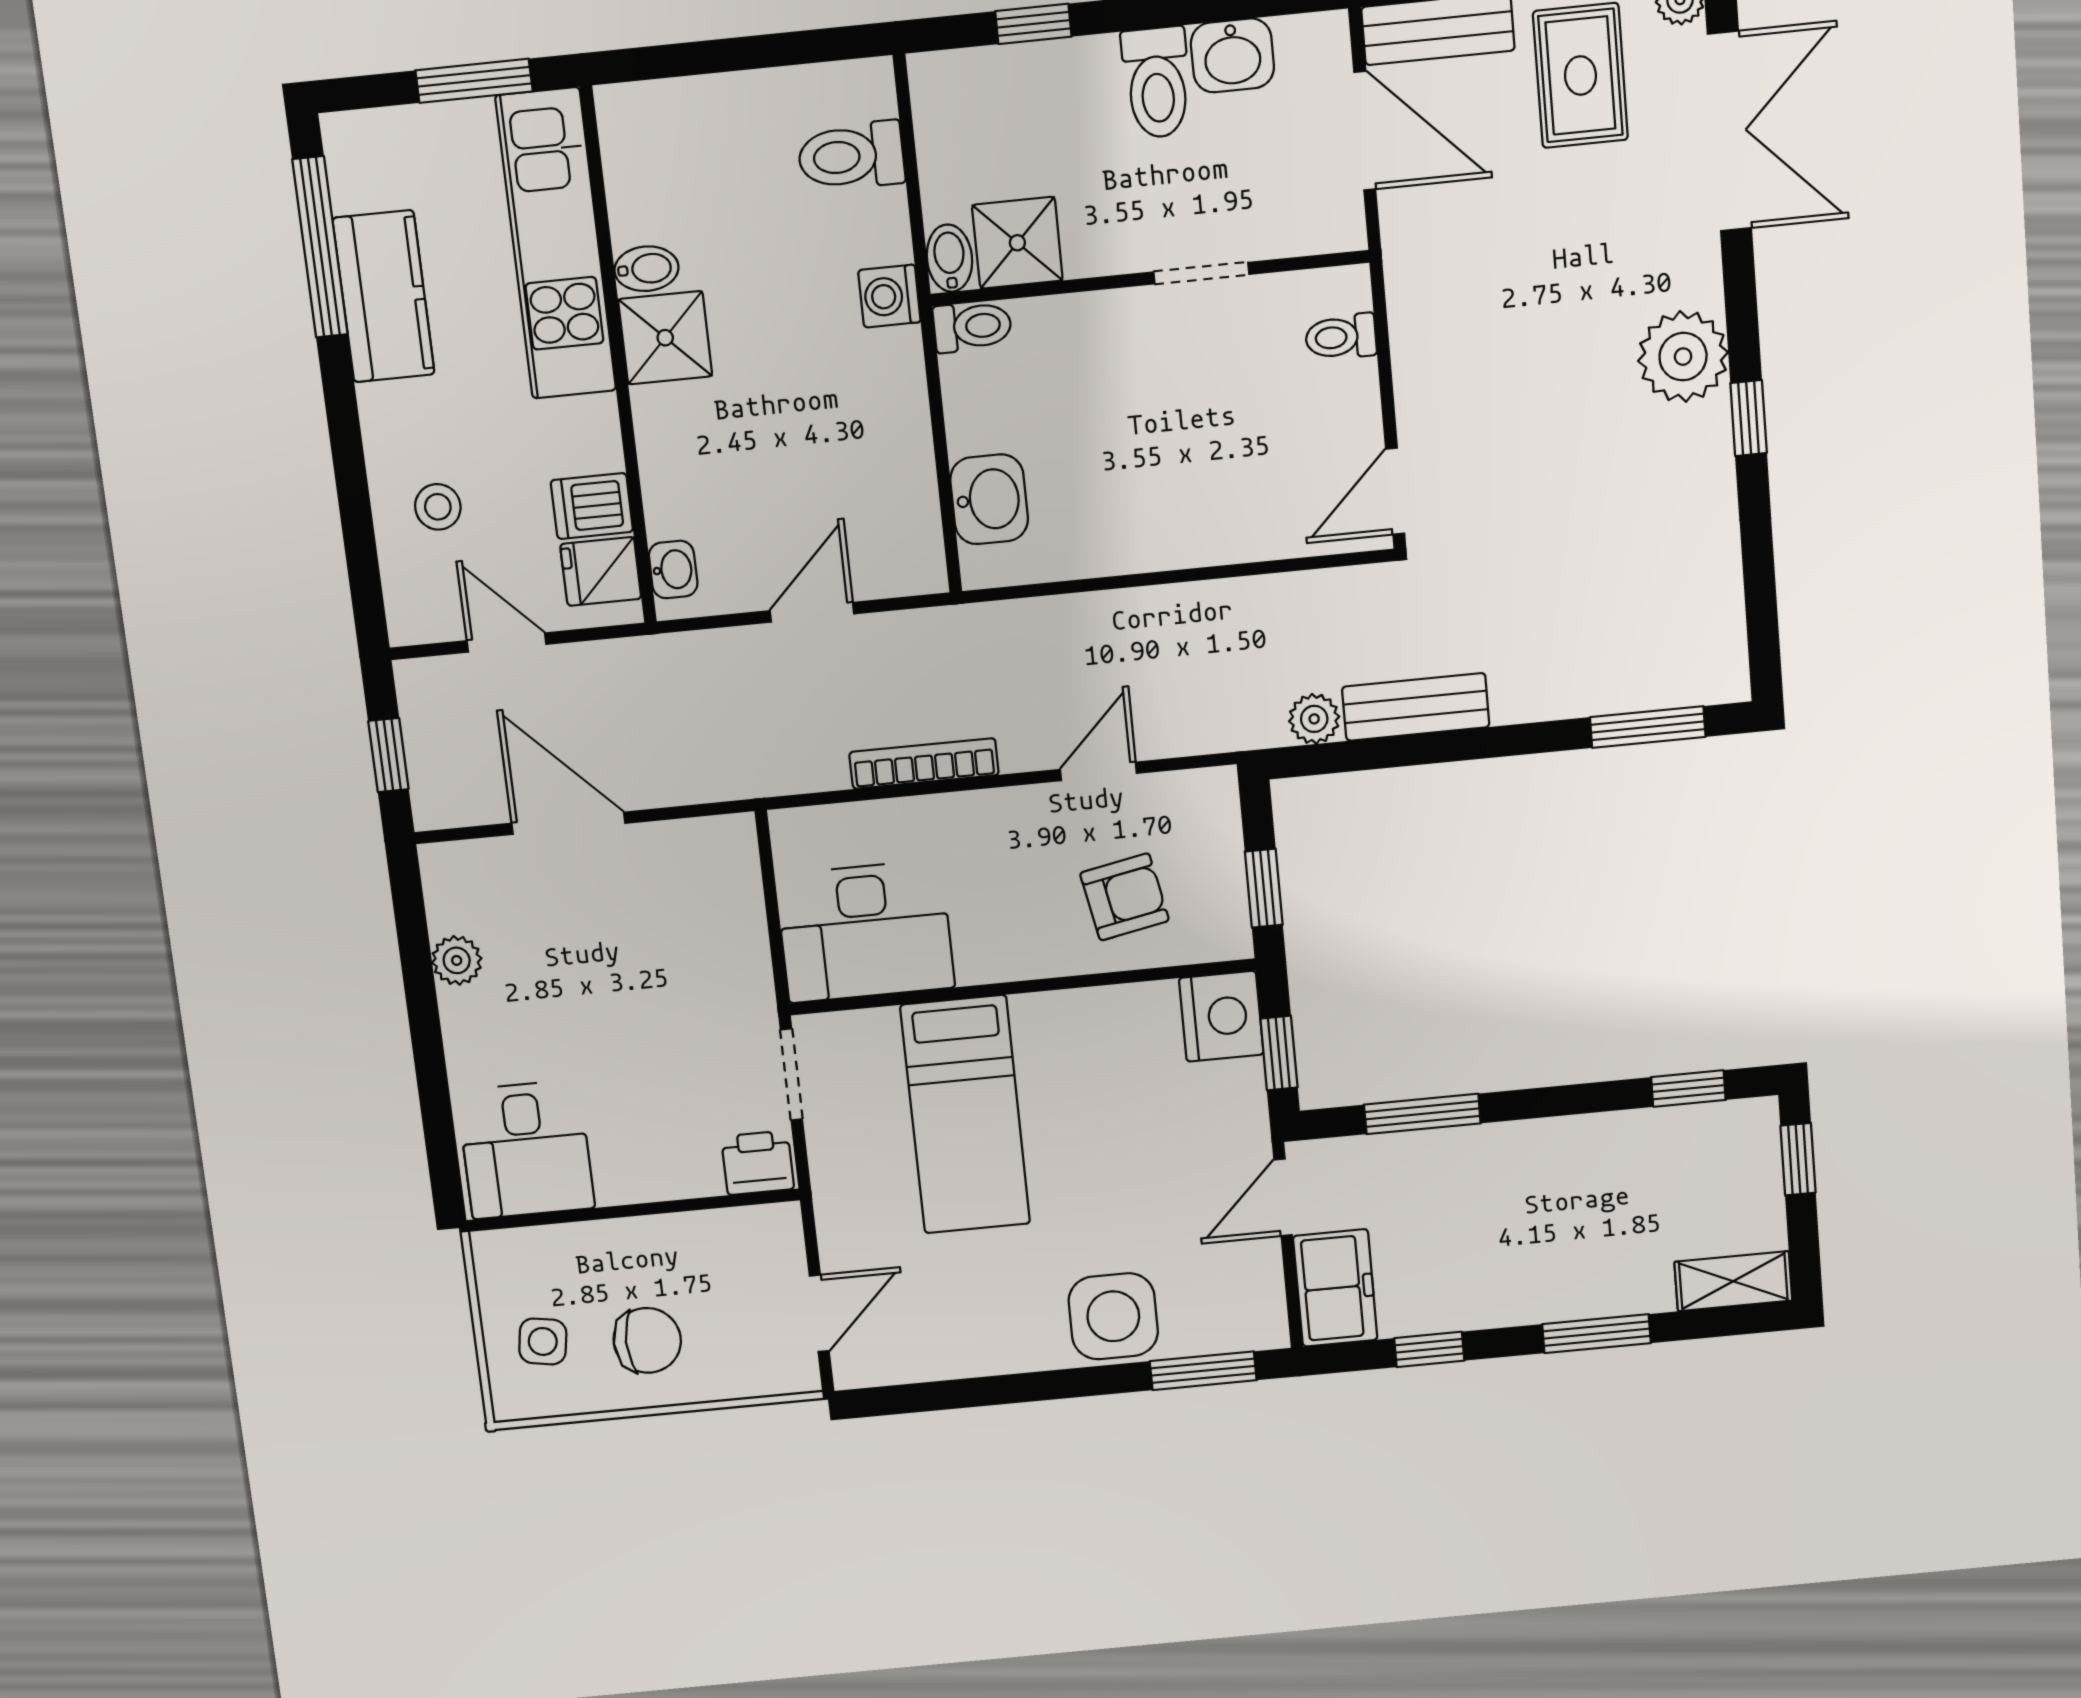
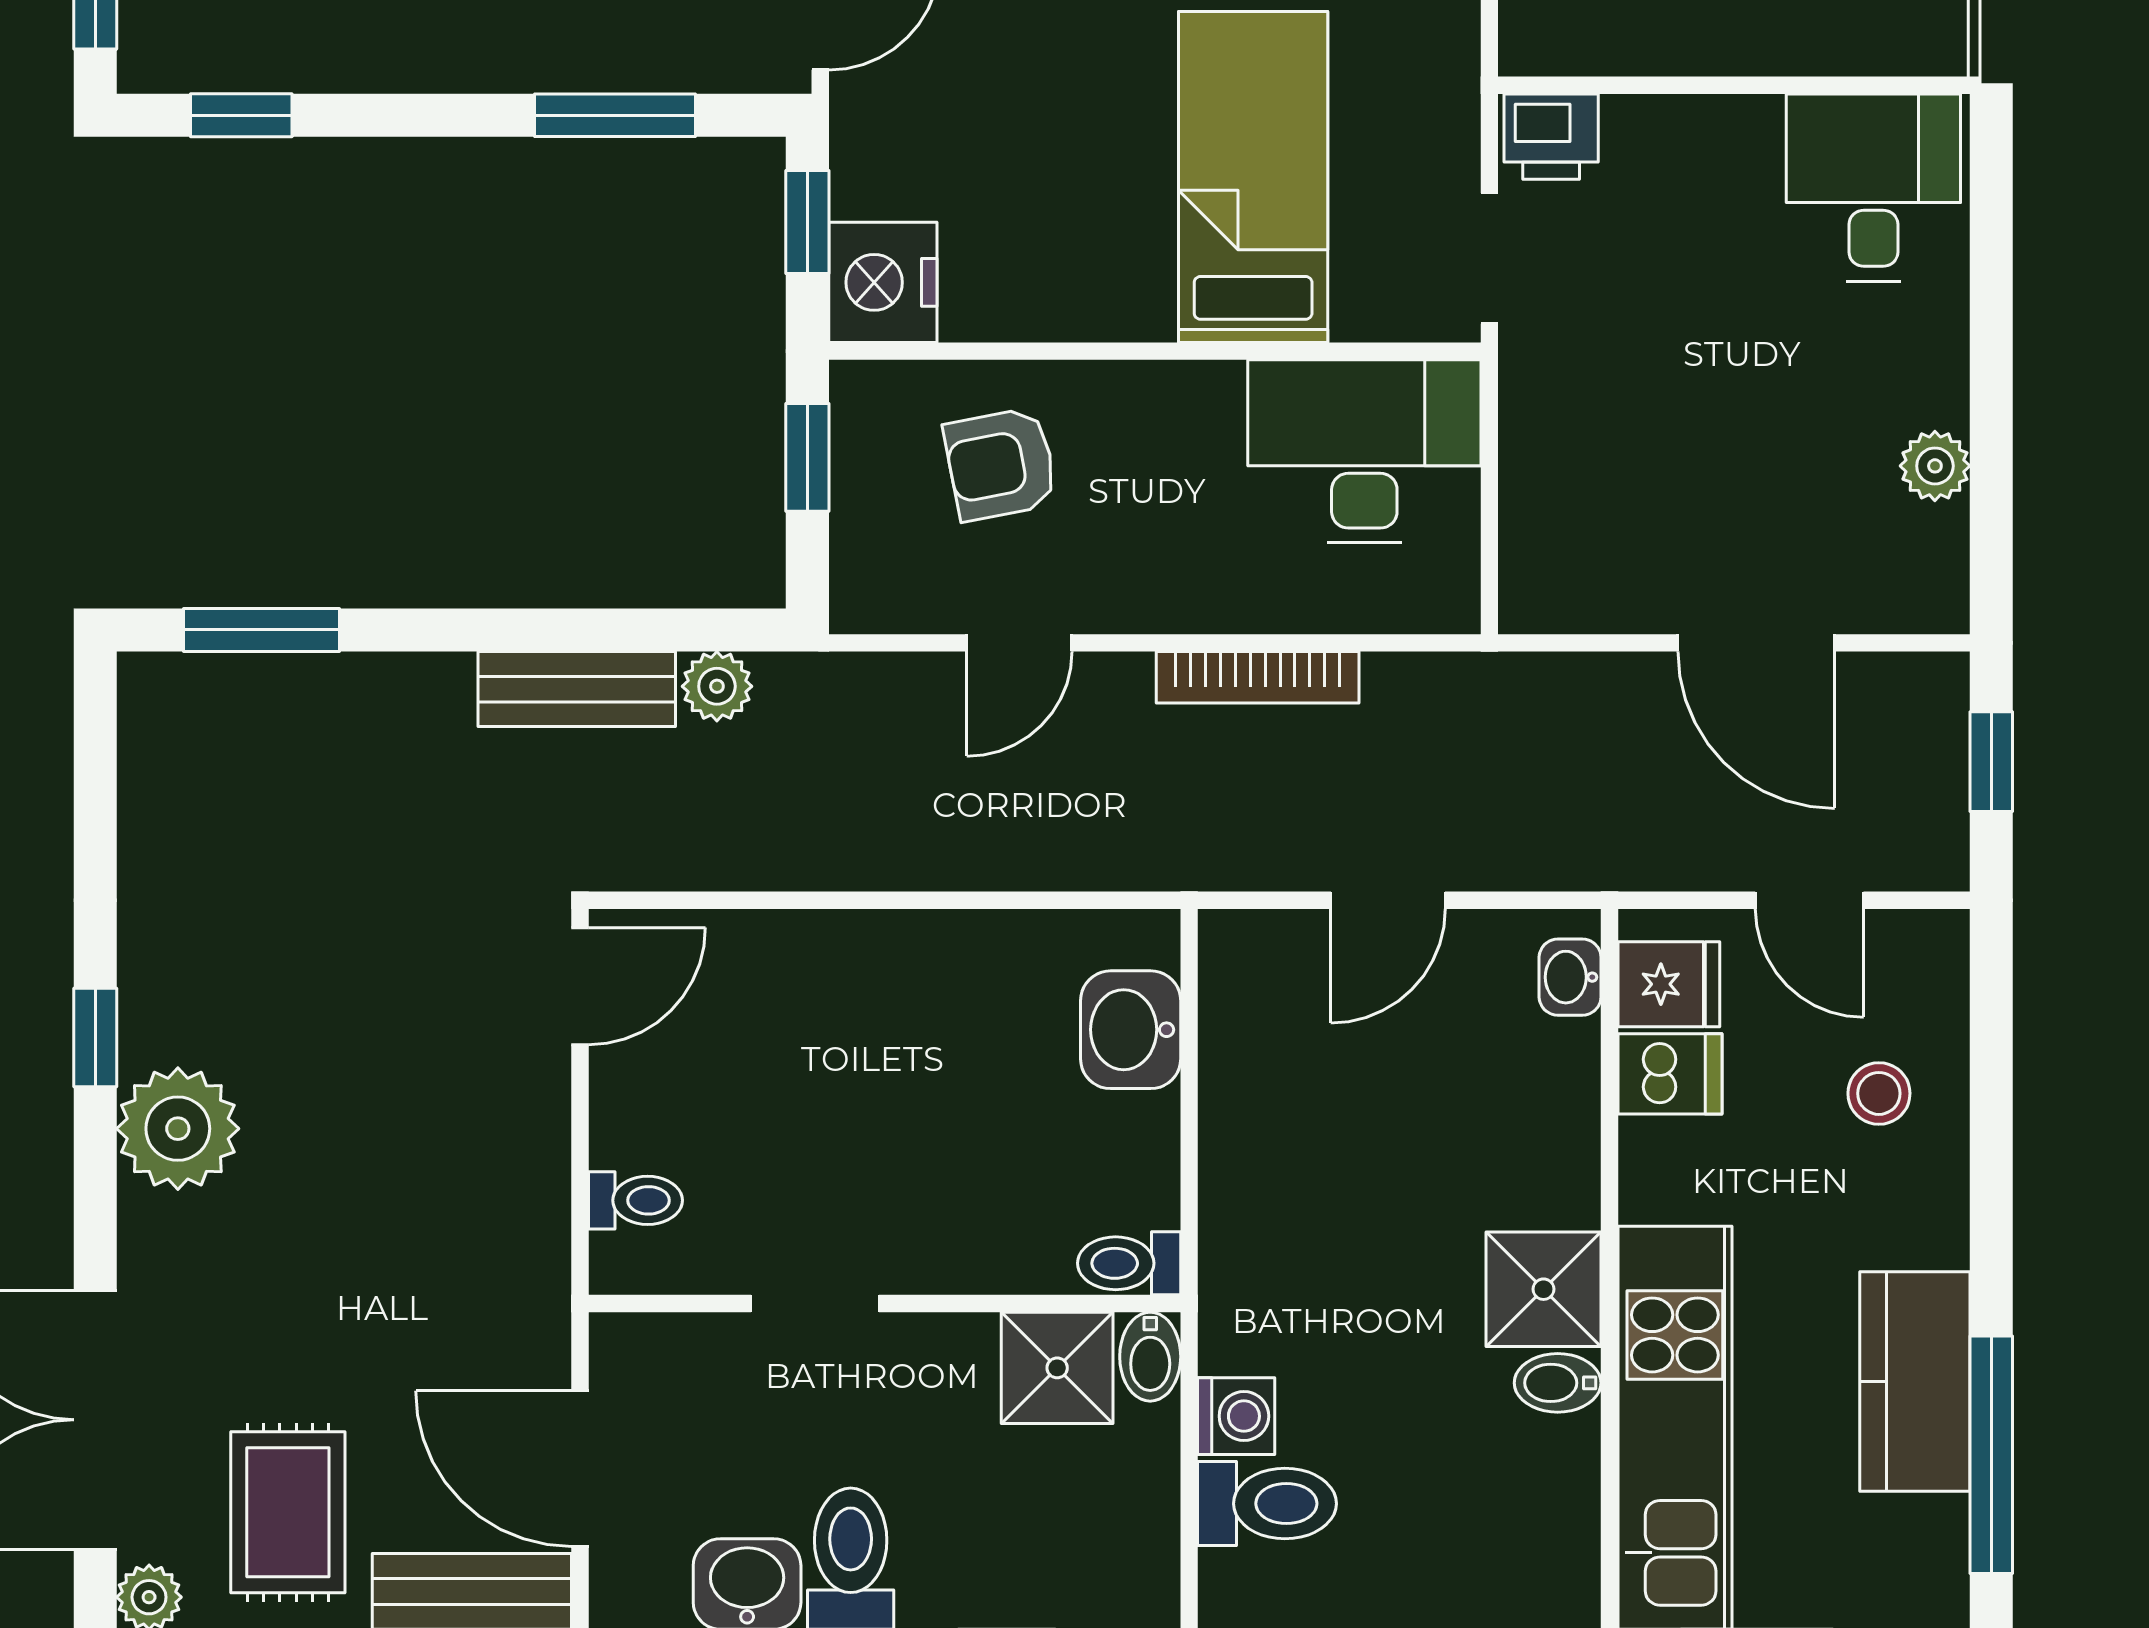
washing machine: (889, 296) -> (1236, 1416), moved

